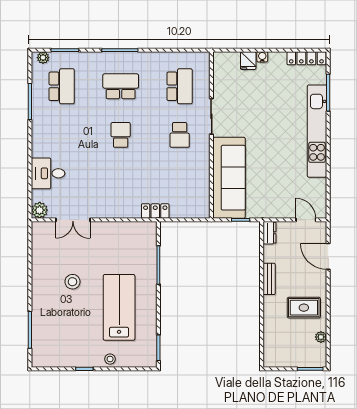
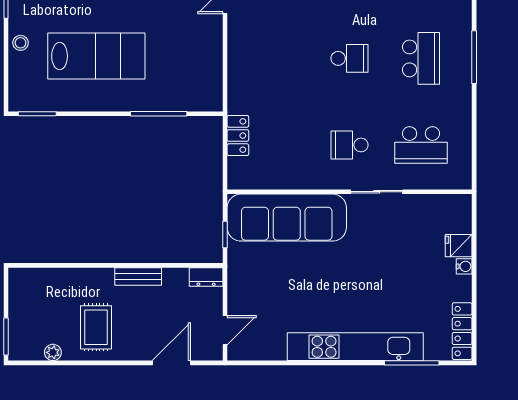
locker: (155, 211) -> (238, 136), moved

